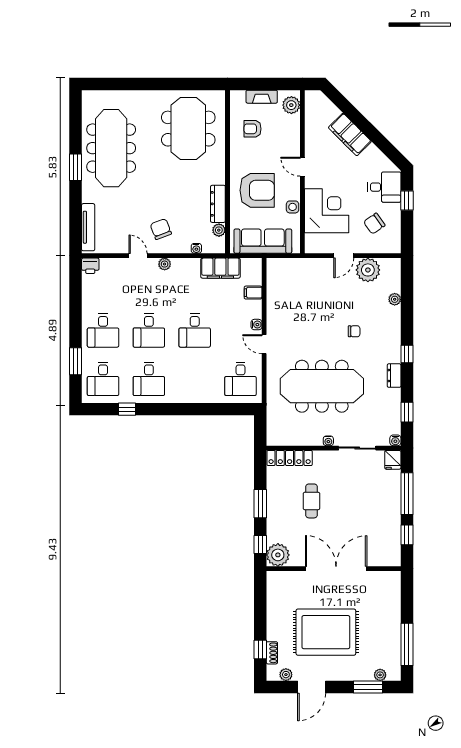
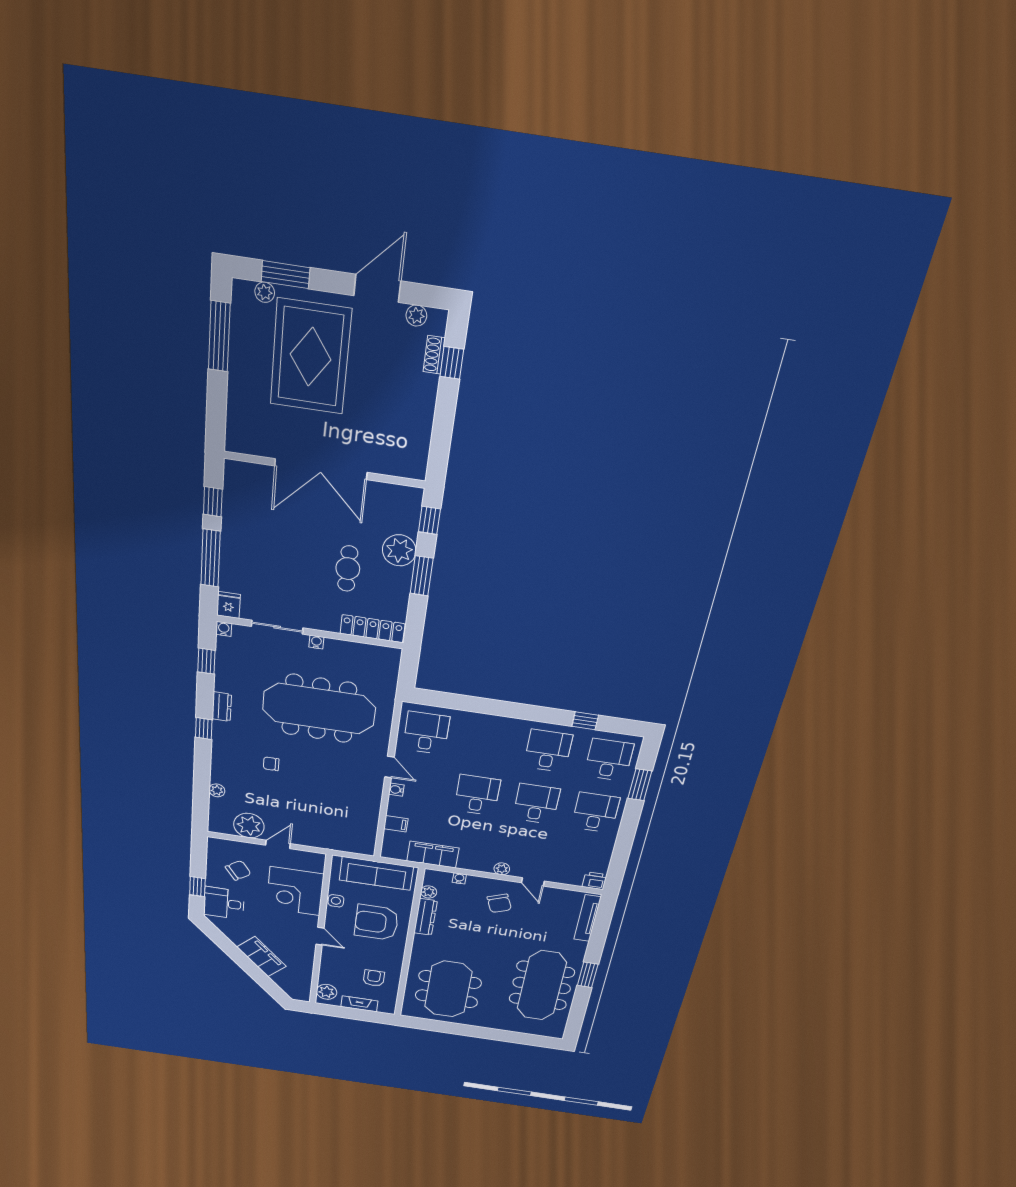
armchair: (253, 129) -> (374, 978), turned -90
plant: (278, 555) -> (399, 550), moved
rug: (326, 632) -> (310, 357), moved, turned 90

